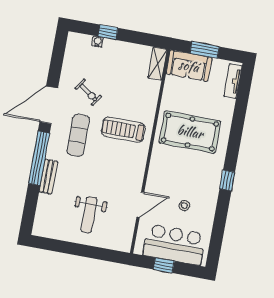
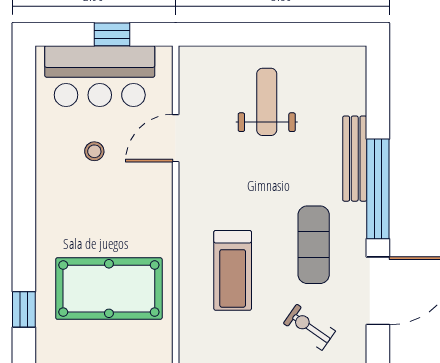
treadmill: (123, 130) -> (233, 270), turned 90
bench: (48, 177) -> (355, 159), width x1.36
window: (227, 180) -> (24, 309), moved

